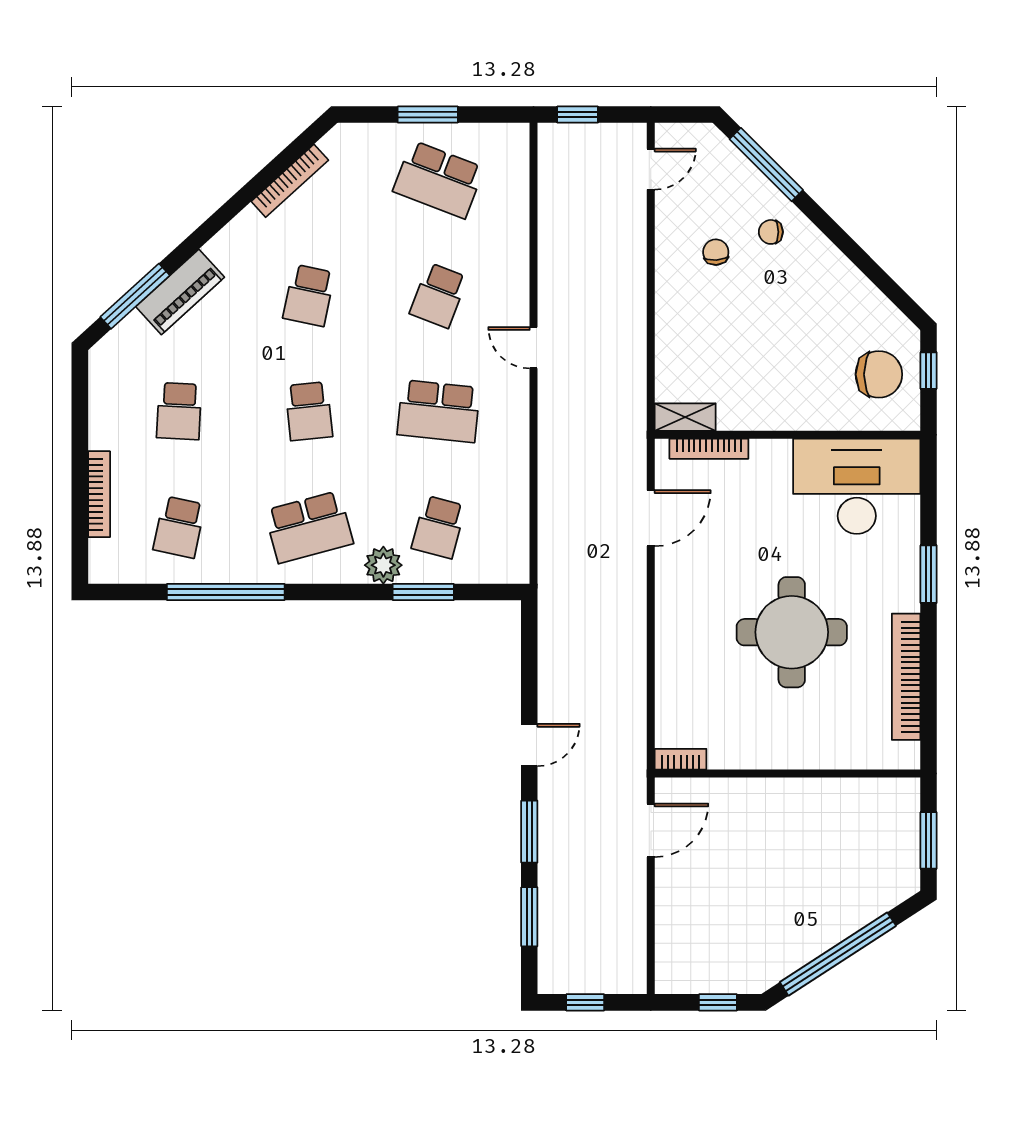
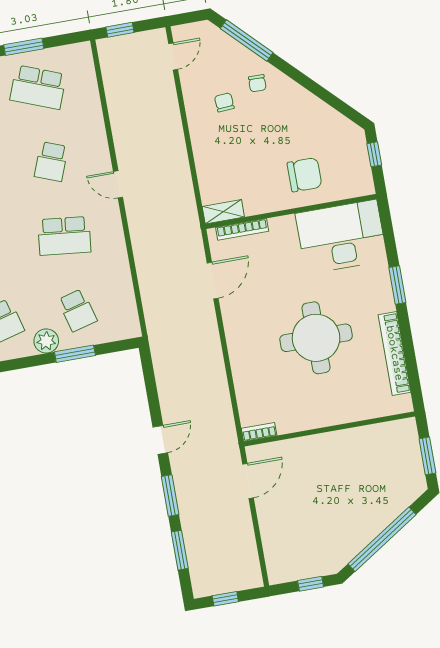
chair: (771, 232) -> (257, 83), turned -89
chair: (879, 374) -> (305, 175), moved
school desk: (439, 527) -> (77, 310), turned -30

